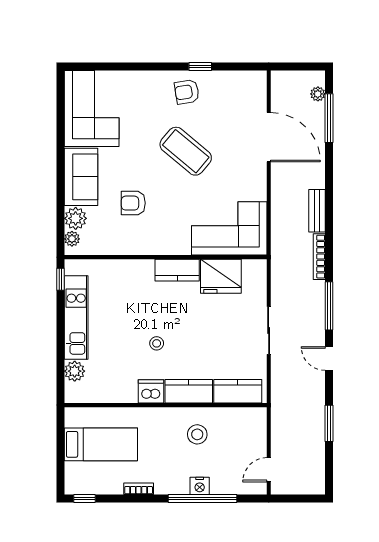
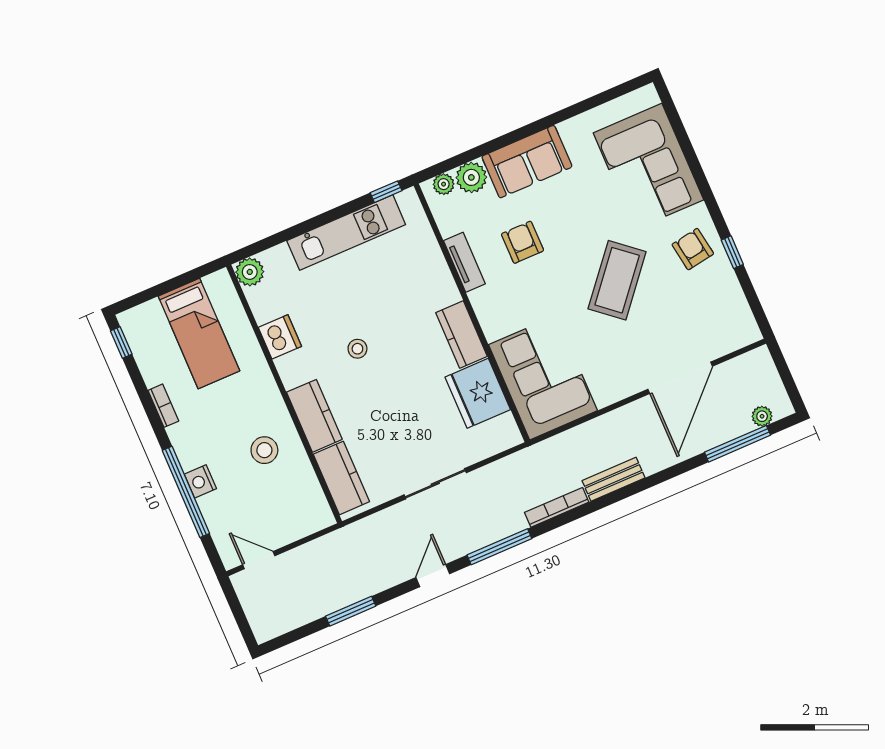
corner sofa: (92, 108) -> (648, 166), moved, turned 90
tv unit: (130, 247) -> (464, 262), added
plant: (75, 371) -> (250, 272), moved
dishwasher: (151, 391) -> (280, 337), moved

